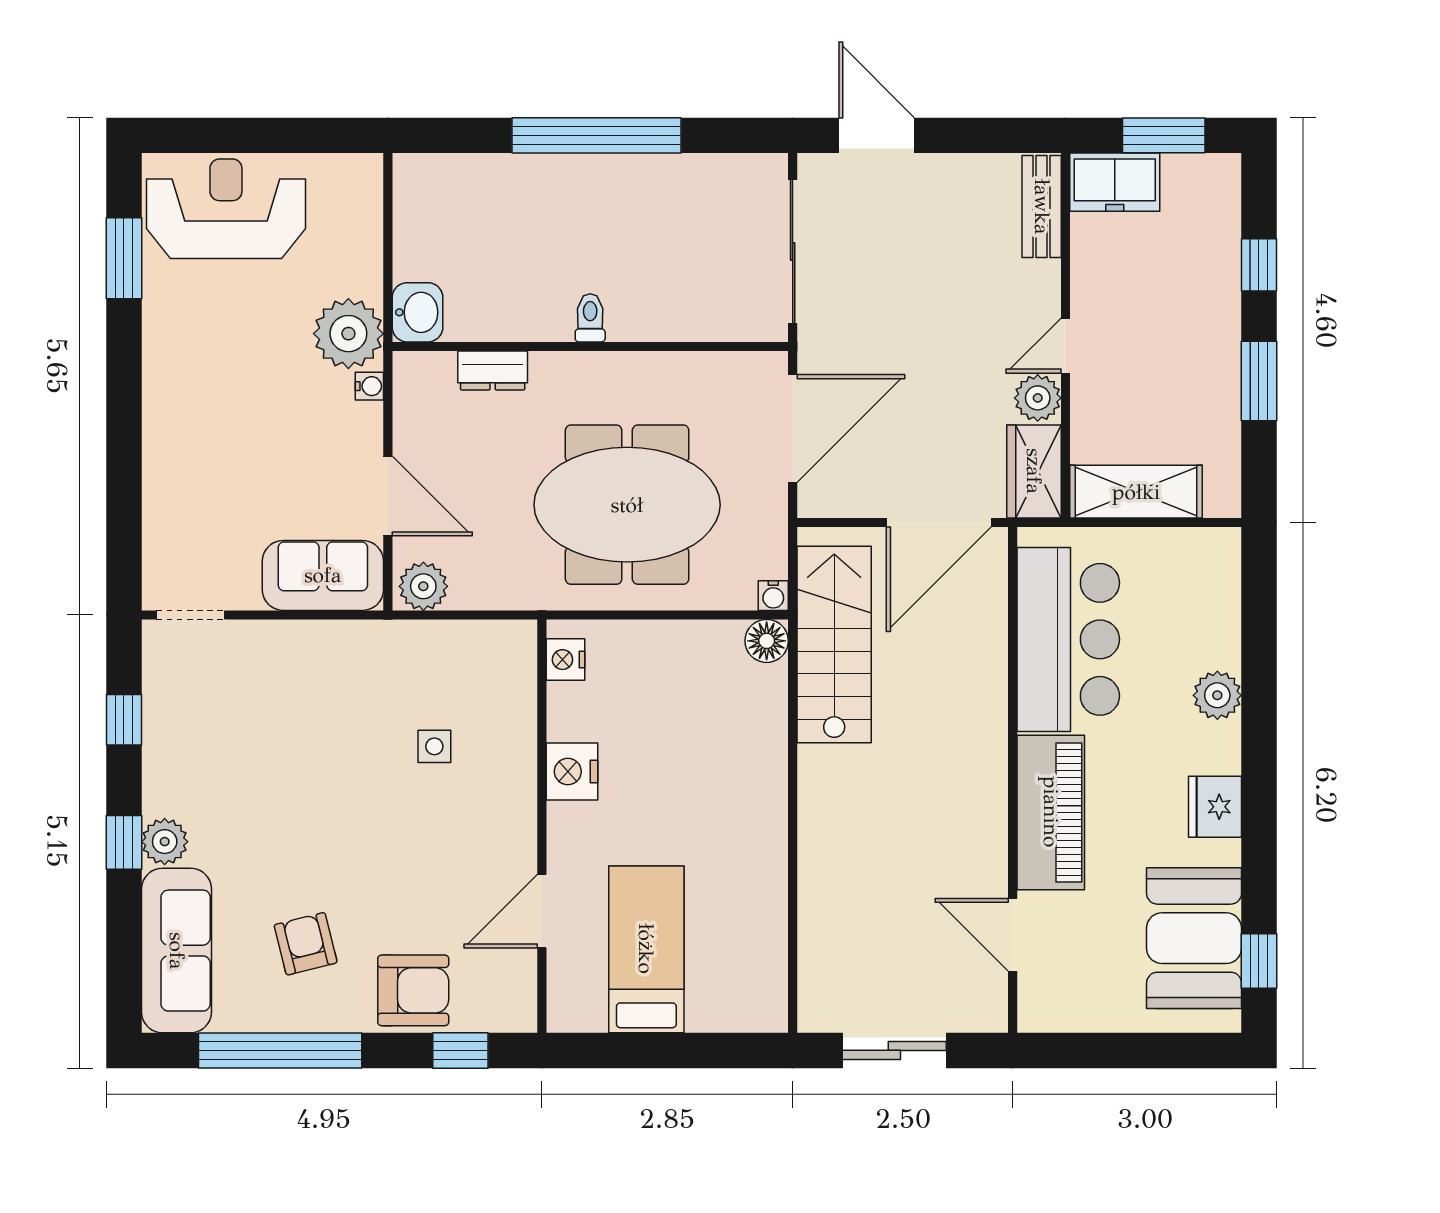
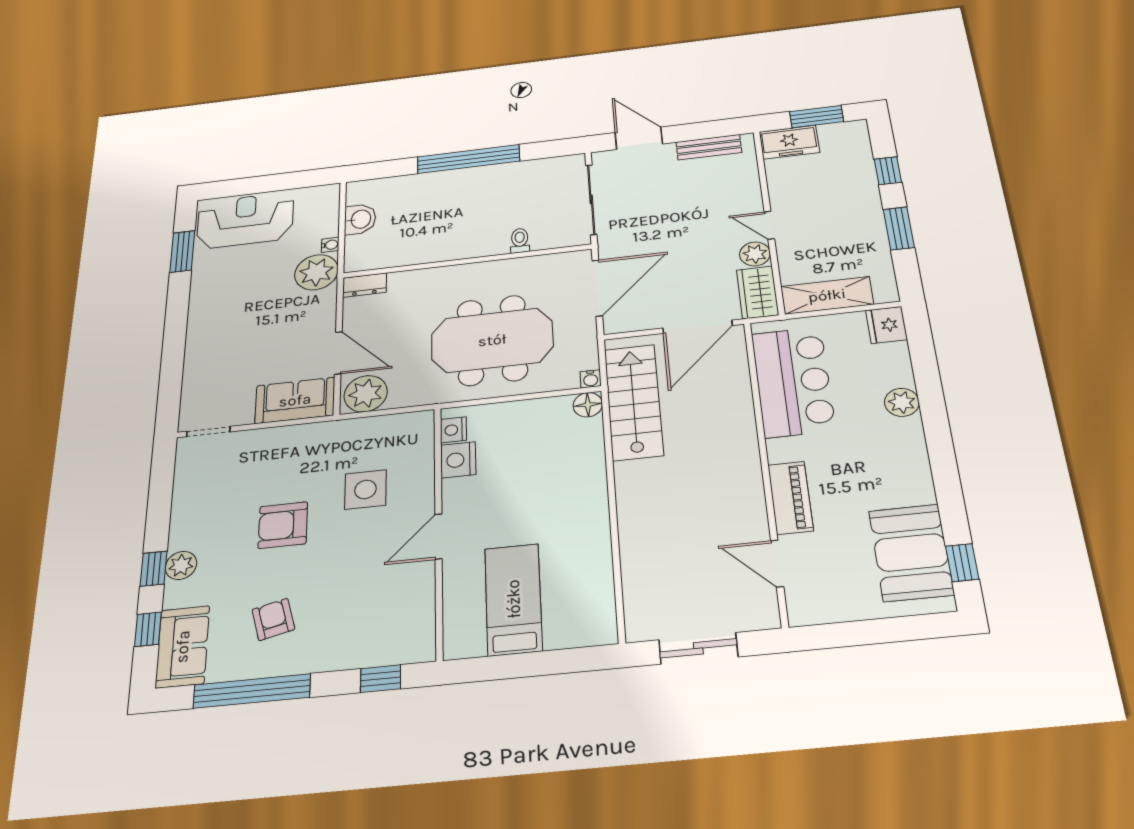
bench: (1042, 207) -> (709, 147), moved, turned 90
washbasin: (418, 312) -> (360, 219), moved
toilet: (590, 318) -> (520, 241), moved
door: (1065, 346) -> (769, 225), hinge flipped
dresser: (493, 370) -> (365, 285), moved
water cooler: (369, 386) -> (330, 245), moved
plant: (423, 586) -> (366, 394), width x1.36, depth x1.36
window: (124, 720) -> (148, 629), moved
side table: (434, 746) -> (365, 489), width x1.87, depth x1.87
nightstand: (572, 772) -> (458, 460), moved
fridge: (1215, 807) -> (886, 325), moved
piano: (1051, 812) -> (790, 498), width x0.73, depth x0.75
door: (542, 911) -> (438, 537), moved
sofa: (177, 951) -> (182, 647), width x0.73
armchair: (413, 990) -> (283, 525), moved, turned 180

